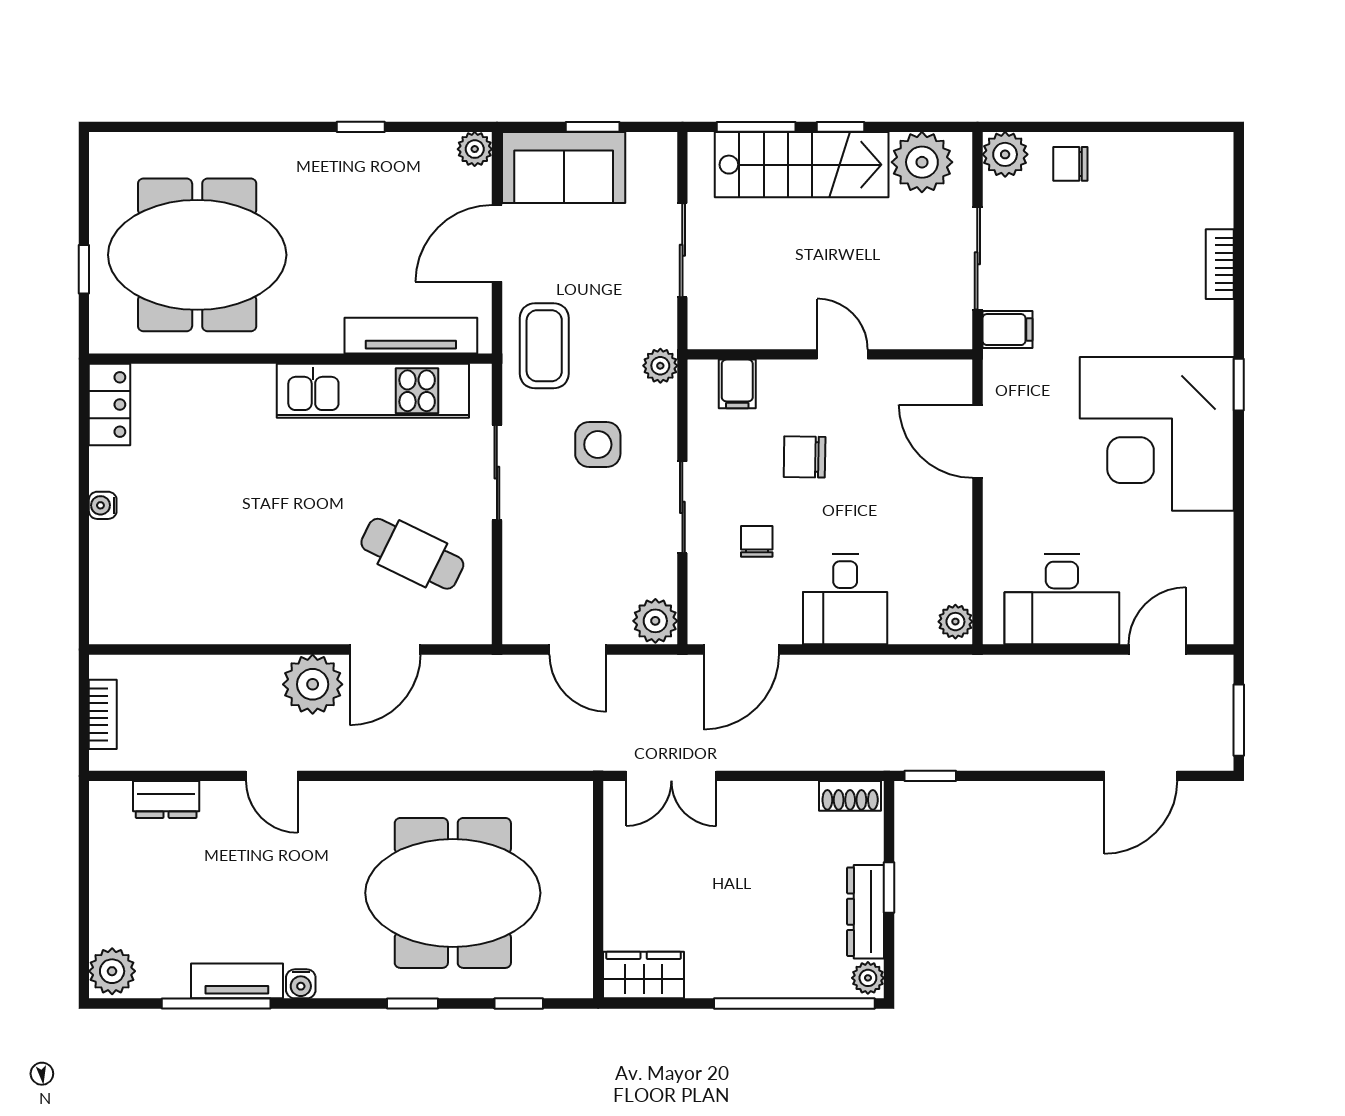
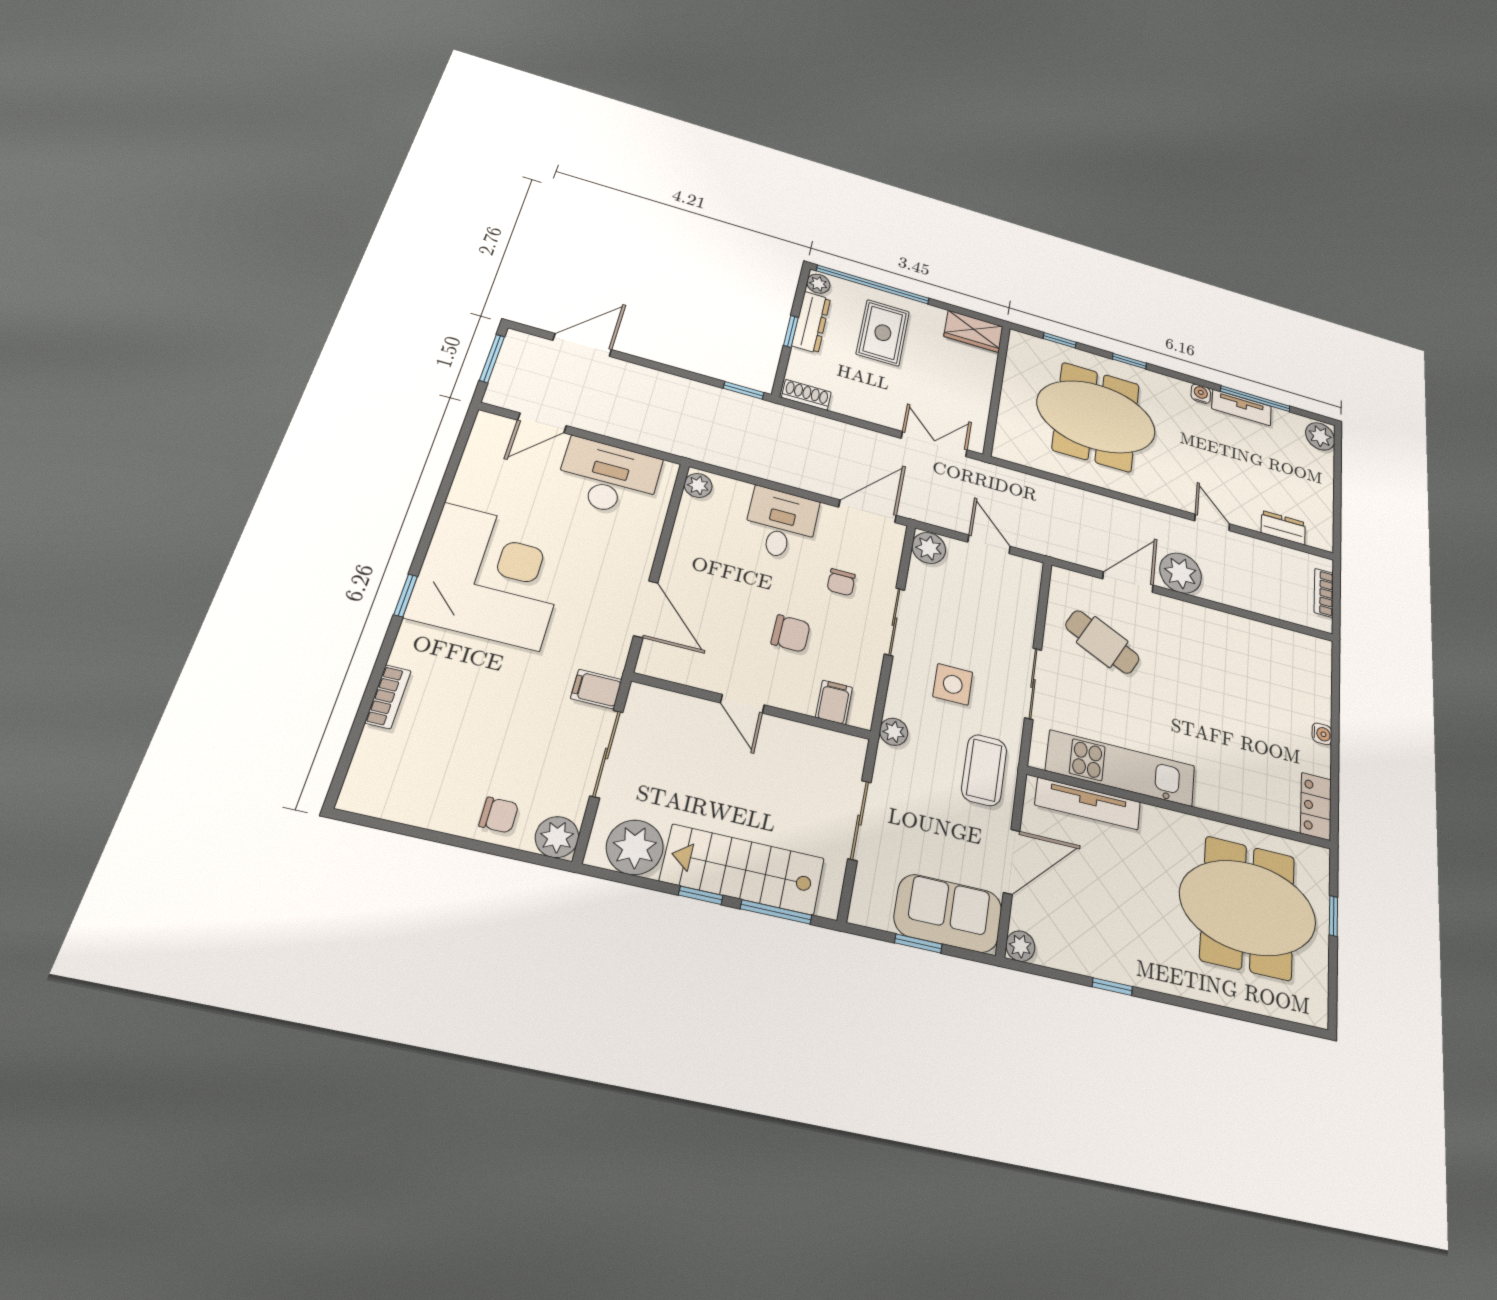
rug: (768, 929) -> (883, 333), added

